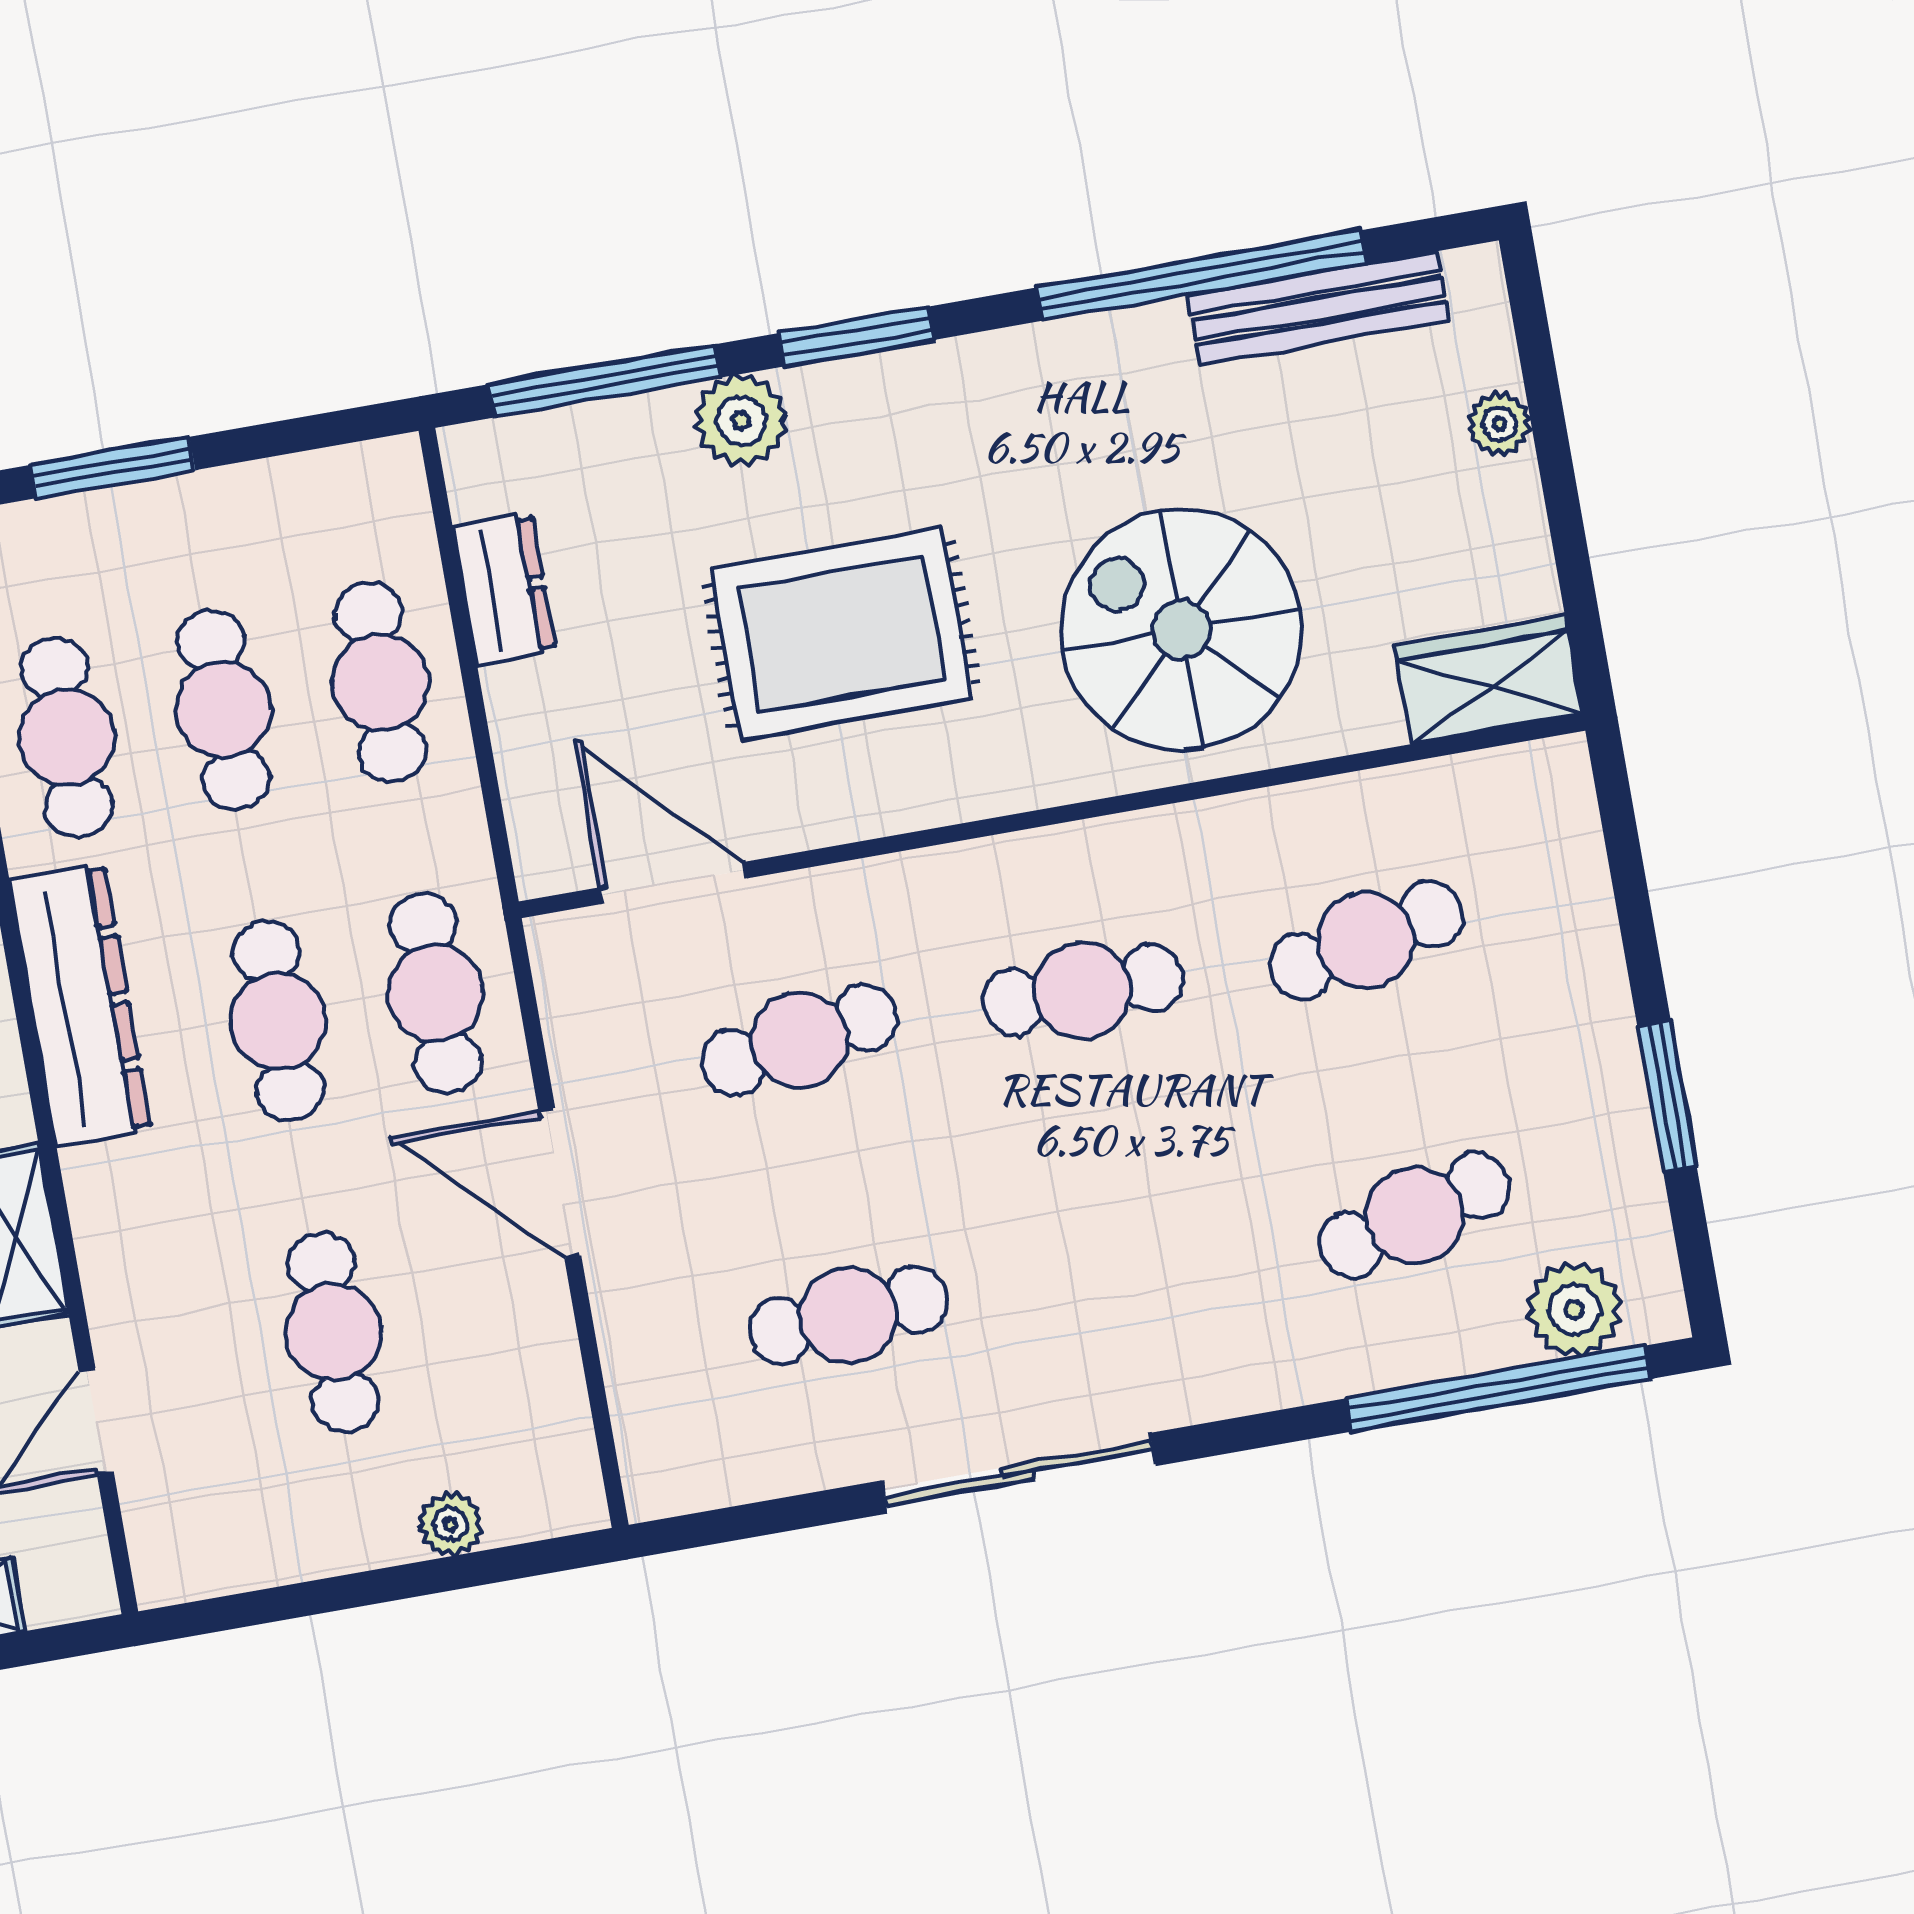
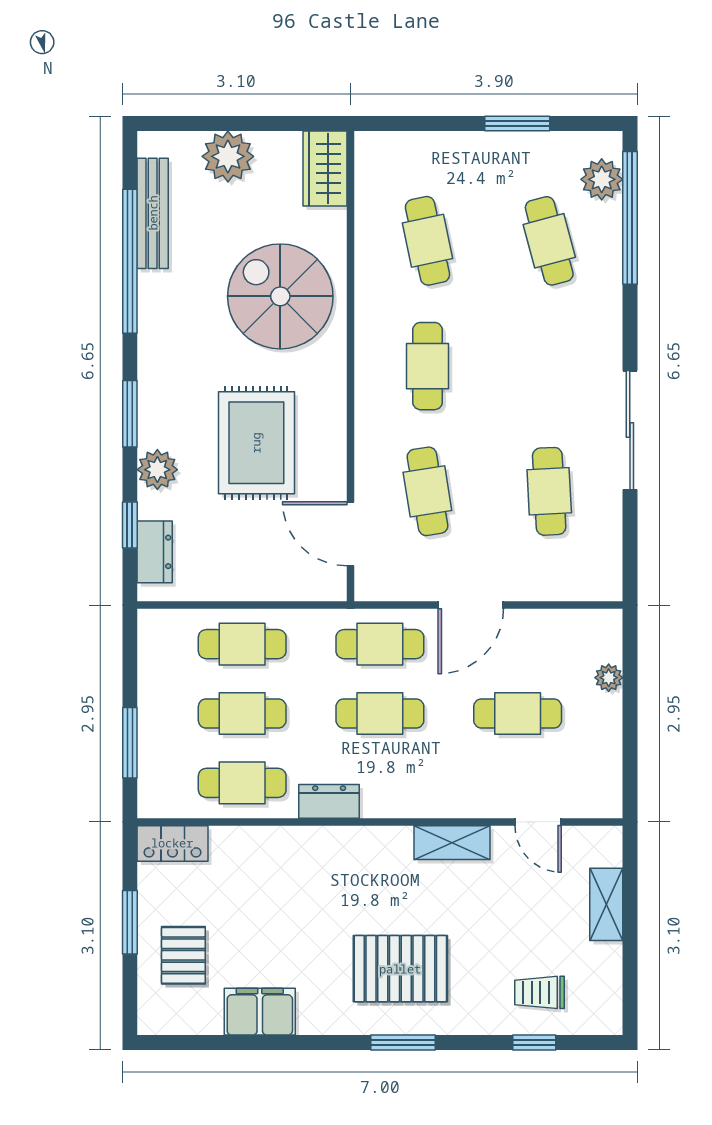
window: (605, 381) -> (130, 525), width x0.46
plant: (1499, 424) -> (228, 156), width x1.88, depth x1.88
dresser: (504, 588) -> (155, 552), moved, turned 90
spiral stairs: (1181, 630) -> (280, 296), turned 90
door: (673, 883) -> (350, 534), hinge flipped
dresser: (80, 1005) -> (329, 801), width x0.51, depth x0.80

